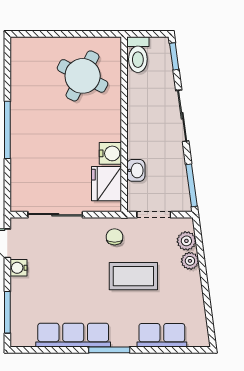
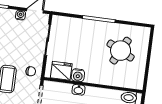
round table: (83, 76) -> (121, 51), moved
washbasin: (136, 170) -> (78, 90), moved

